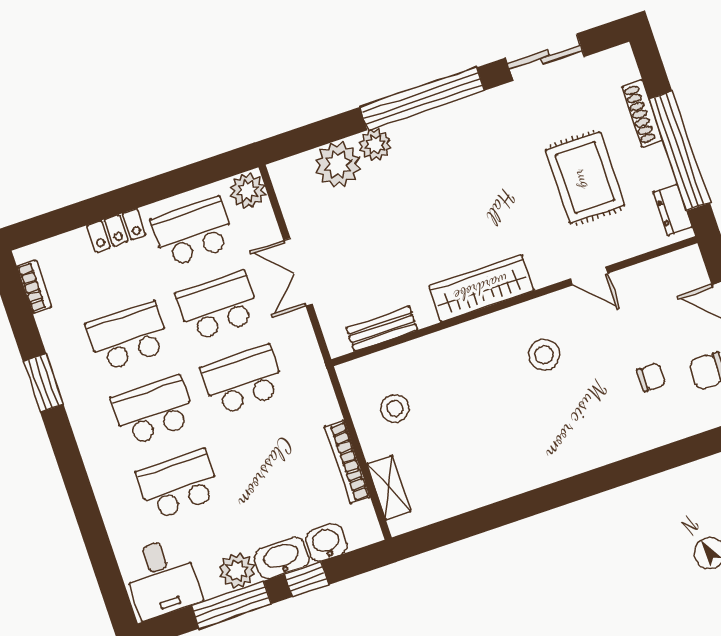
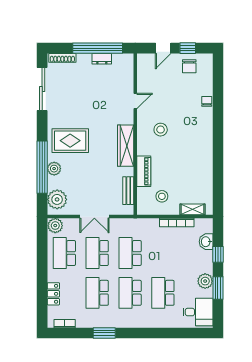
sliding door: (545, 57) -> (42, 89), width x1.37
window: (422, 99) -> (42, 167), moved
shoe rack: (642, 114) -> (62, 58), moved
plant: (338, 165) -> (57, 199), moved
rug: (585, 178) -> (70, 141), moved
dresser: (673, 210) -> (102, 59), moved
locker: (116, 230) -> (53, 294), moved
piano: (437, 349) -> (144, 171), added
chair: (651, 377) -> (207, 101), moved
washbasin: (282, 558) -> (206, 262), removed
window: (231, 605) -> (218, 288), width x0.69

